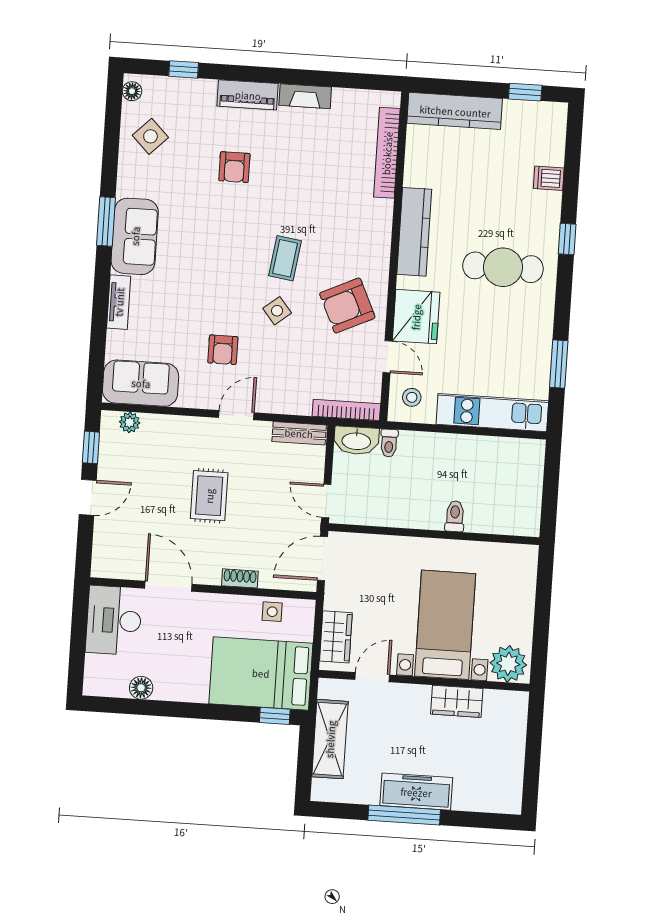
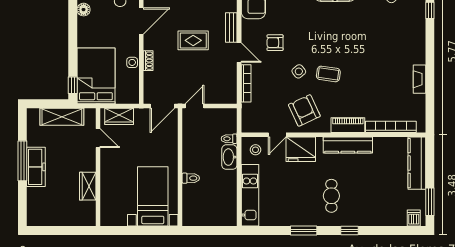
window: (525, 92) -> (430, 202), width x1.50
piano: (248, 95) -> (348, 125), moved, turned 90
armchair: (234, 167) -> (377, 42), removed
dishwasher: (549, 178) -> (414, 218), moved
cafe table: (503, 267) -> (331, 196), width x0.73, depth x0.74
window: (559, 364) -> (304, 230), moved
bookcase: (346, 410) -> (246, 83), moved
bench: (299, 433) -> (231, 28), moved
washbasin: (356, 441) -> (229, 157), moved
door: (322, 559) -> (162, 106), swing flipped
side table: (272, 612) -> (132, 62), moved
bed with nightstands: (445, 625) -> (153, 196), moved, turned -90
plant: (508, 664) -> (111, 213), removed

